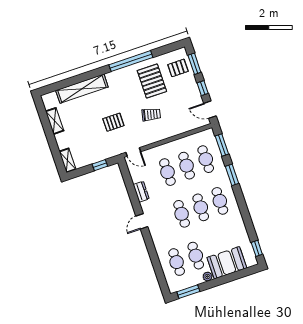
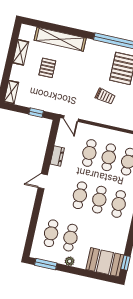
pallet: (113, 122) -> (47, 68), moved, turned 90
booth: (227, 263) -> (105, 262), moved

